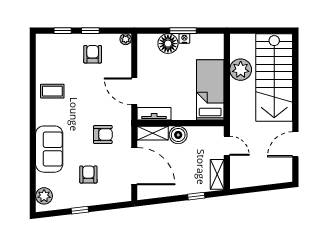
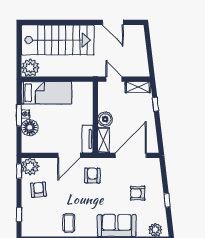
window: (90, 31) -> (19, 171), moved
plant: (126, 39) -> (30, 167), width x1.87, depth x1.87
armchair: (93, 54) -> (38, 190), turned 84
plant: (241, 70) -> (30, 68), moved
bed: (210, 90) -> (46, 93), moved, turned 180
armchair: (103, 135) -> (92, 175), moved
door: (227, 146) -> (114, 79), hinge flipped

